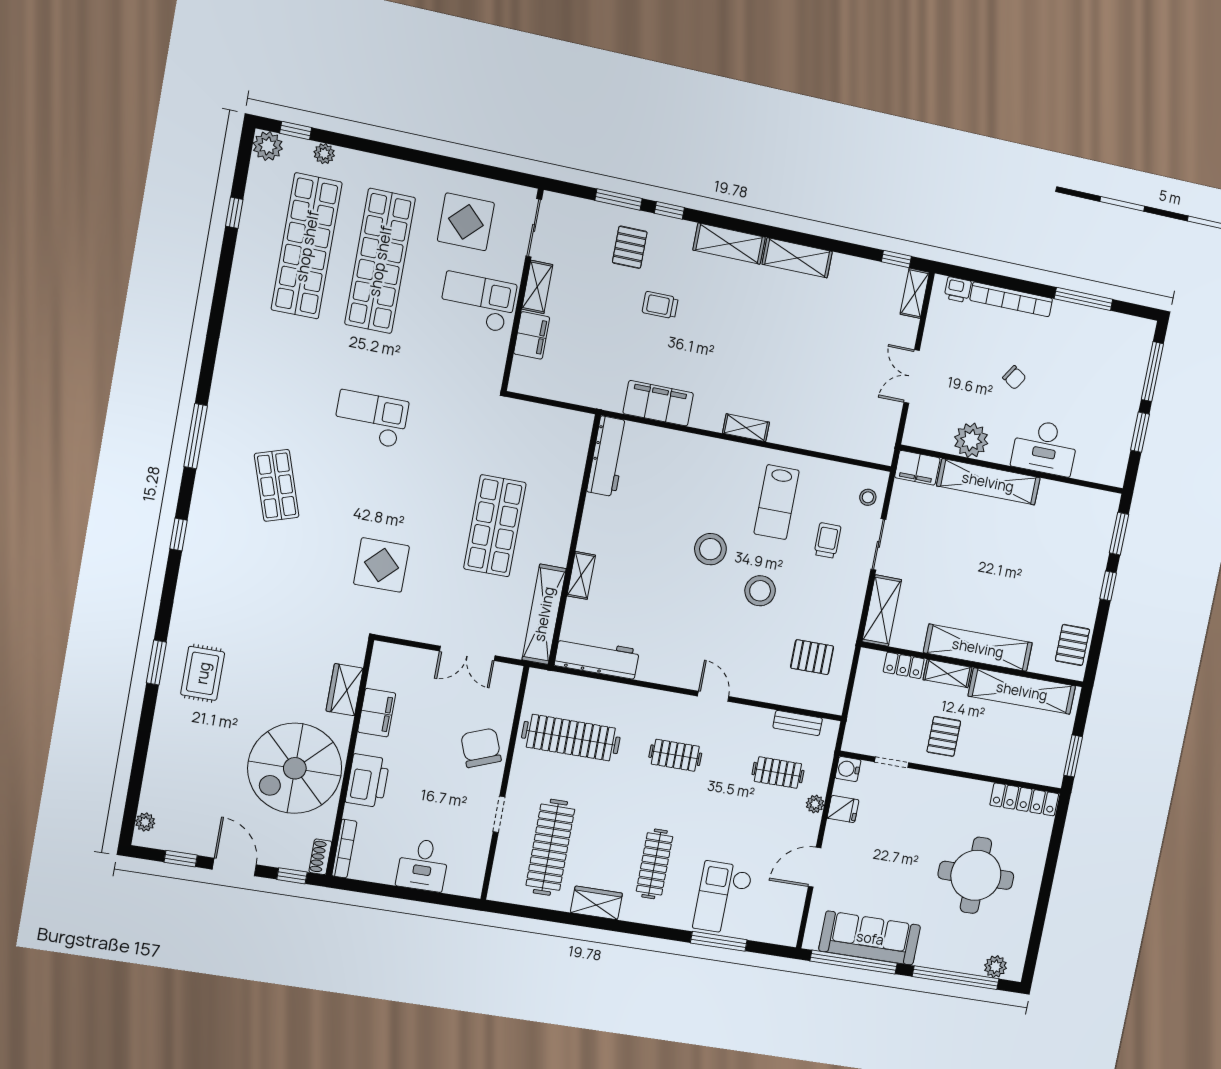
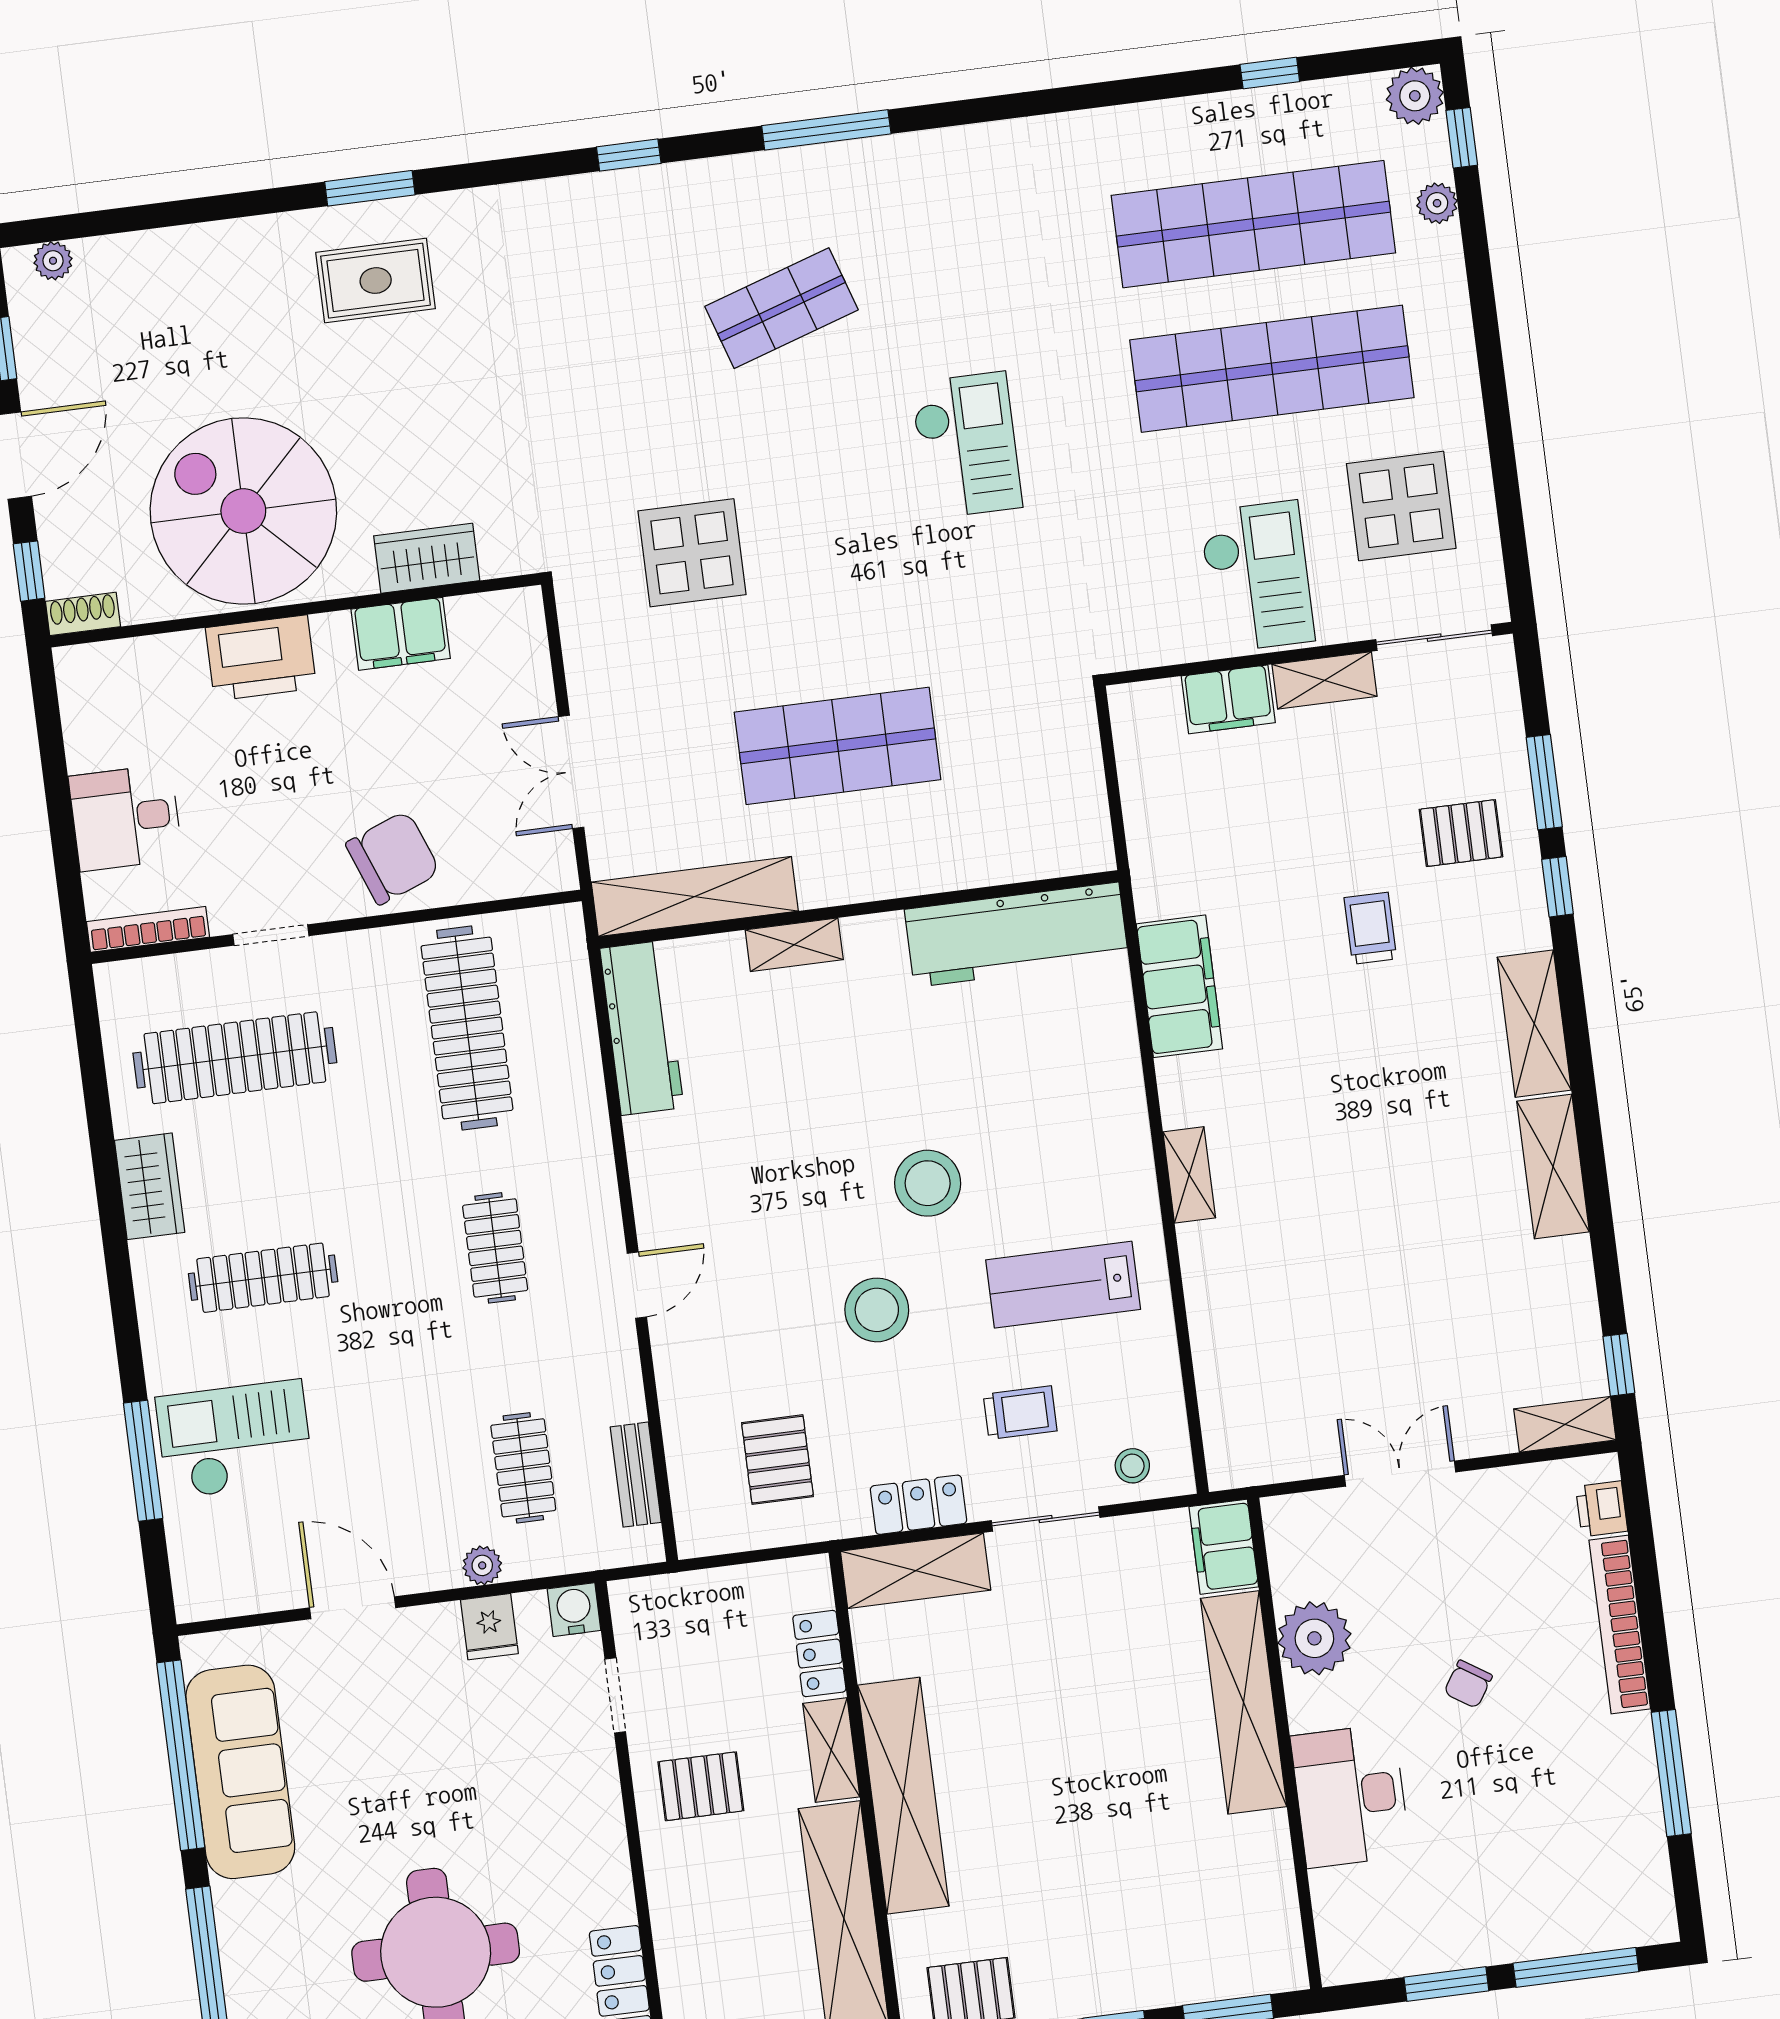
workbench: (608, 456) -> (1017, 935), width x1.36, depth x1.32
locker: (853, 600) -> (919, 1505), added
bookcase: (344, 849) -> (148, 929), moved, turned 180

